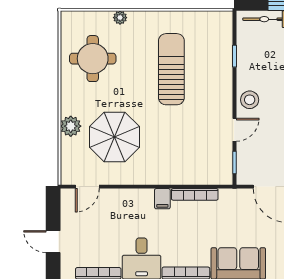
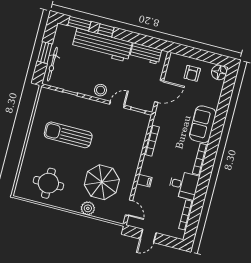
plant: (120, 18) -> (27, 159), removed
door: (234, 130) -> (117, 105), hinge flipped
filing cabinet: (162, 199) -> (144, 181), moved
door: (53, 242) -> (148, 236), moved

